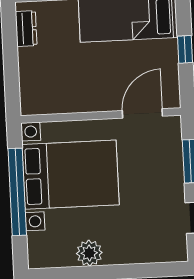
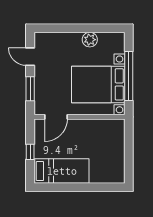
dresser: (26, 29) -> (119, 168), removed

